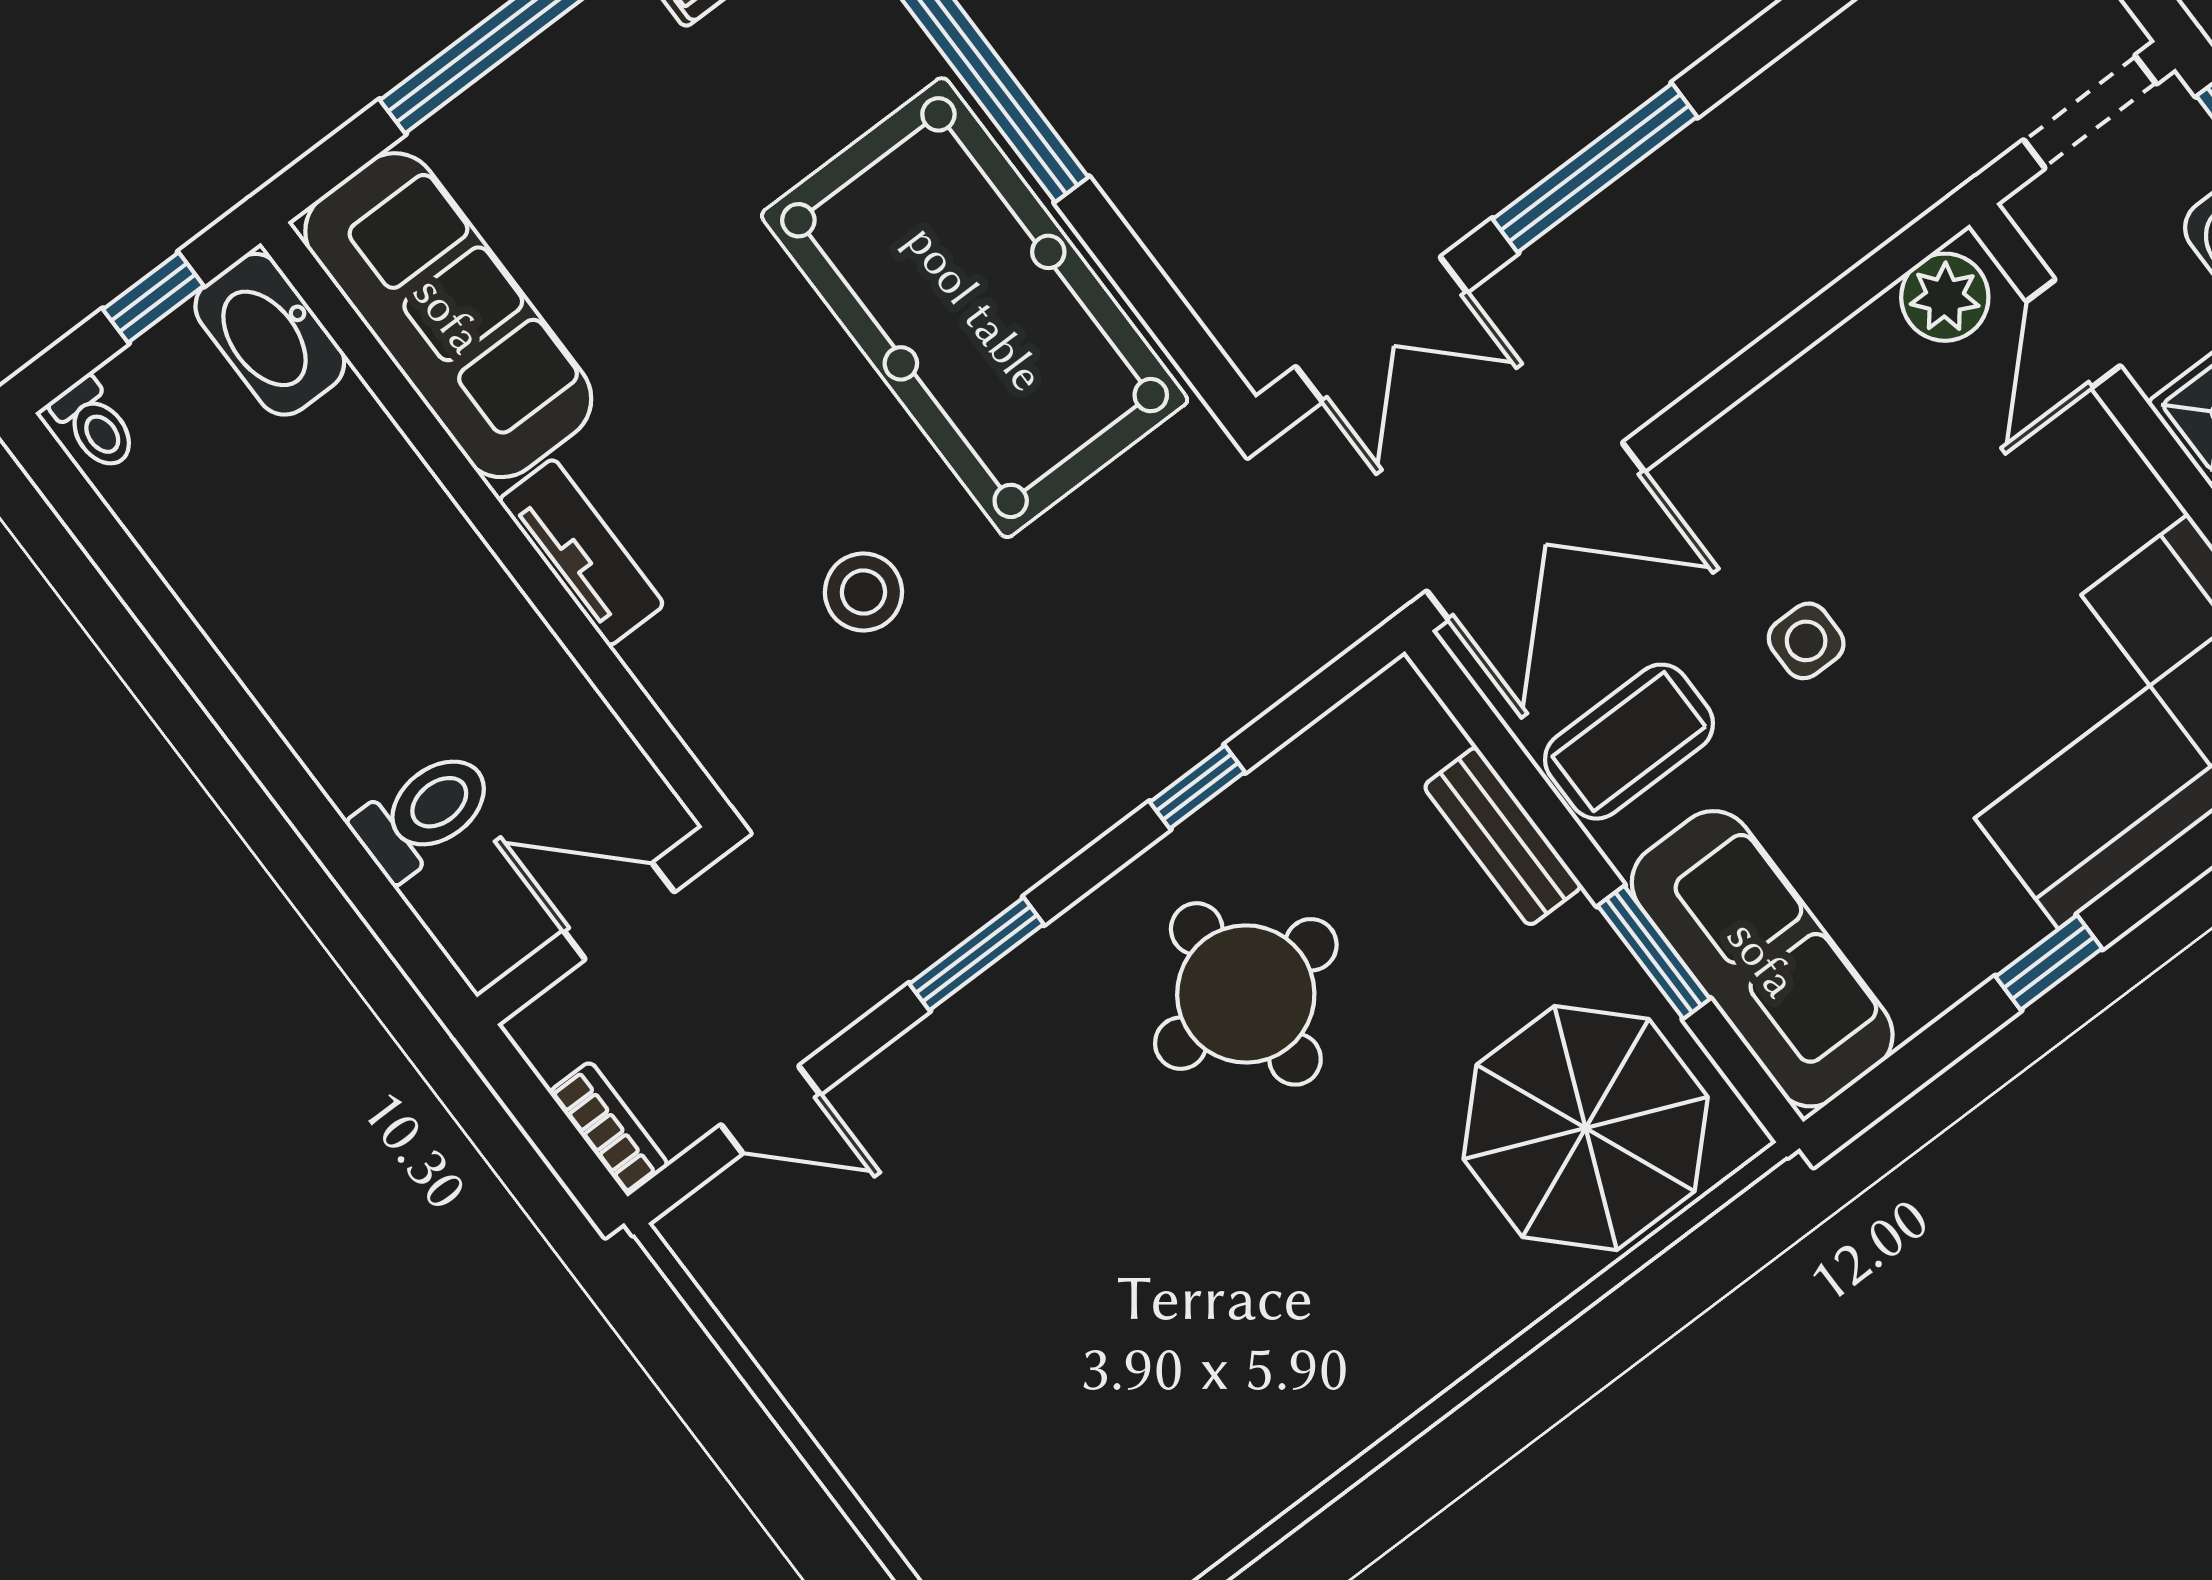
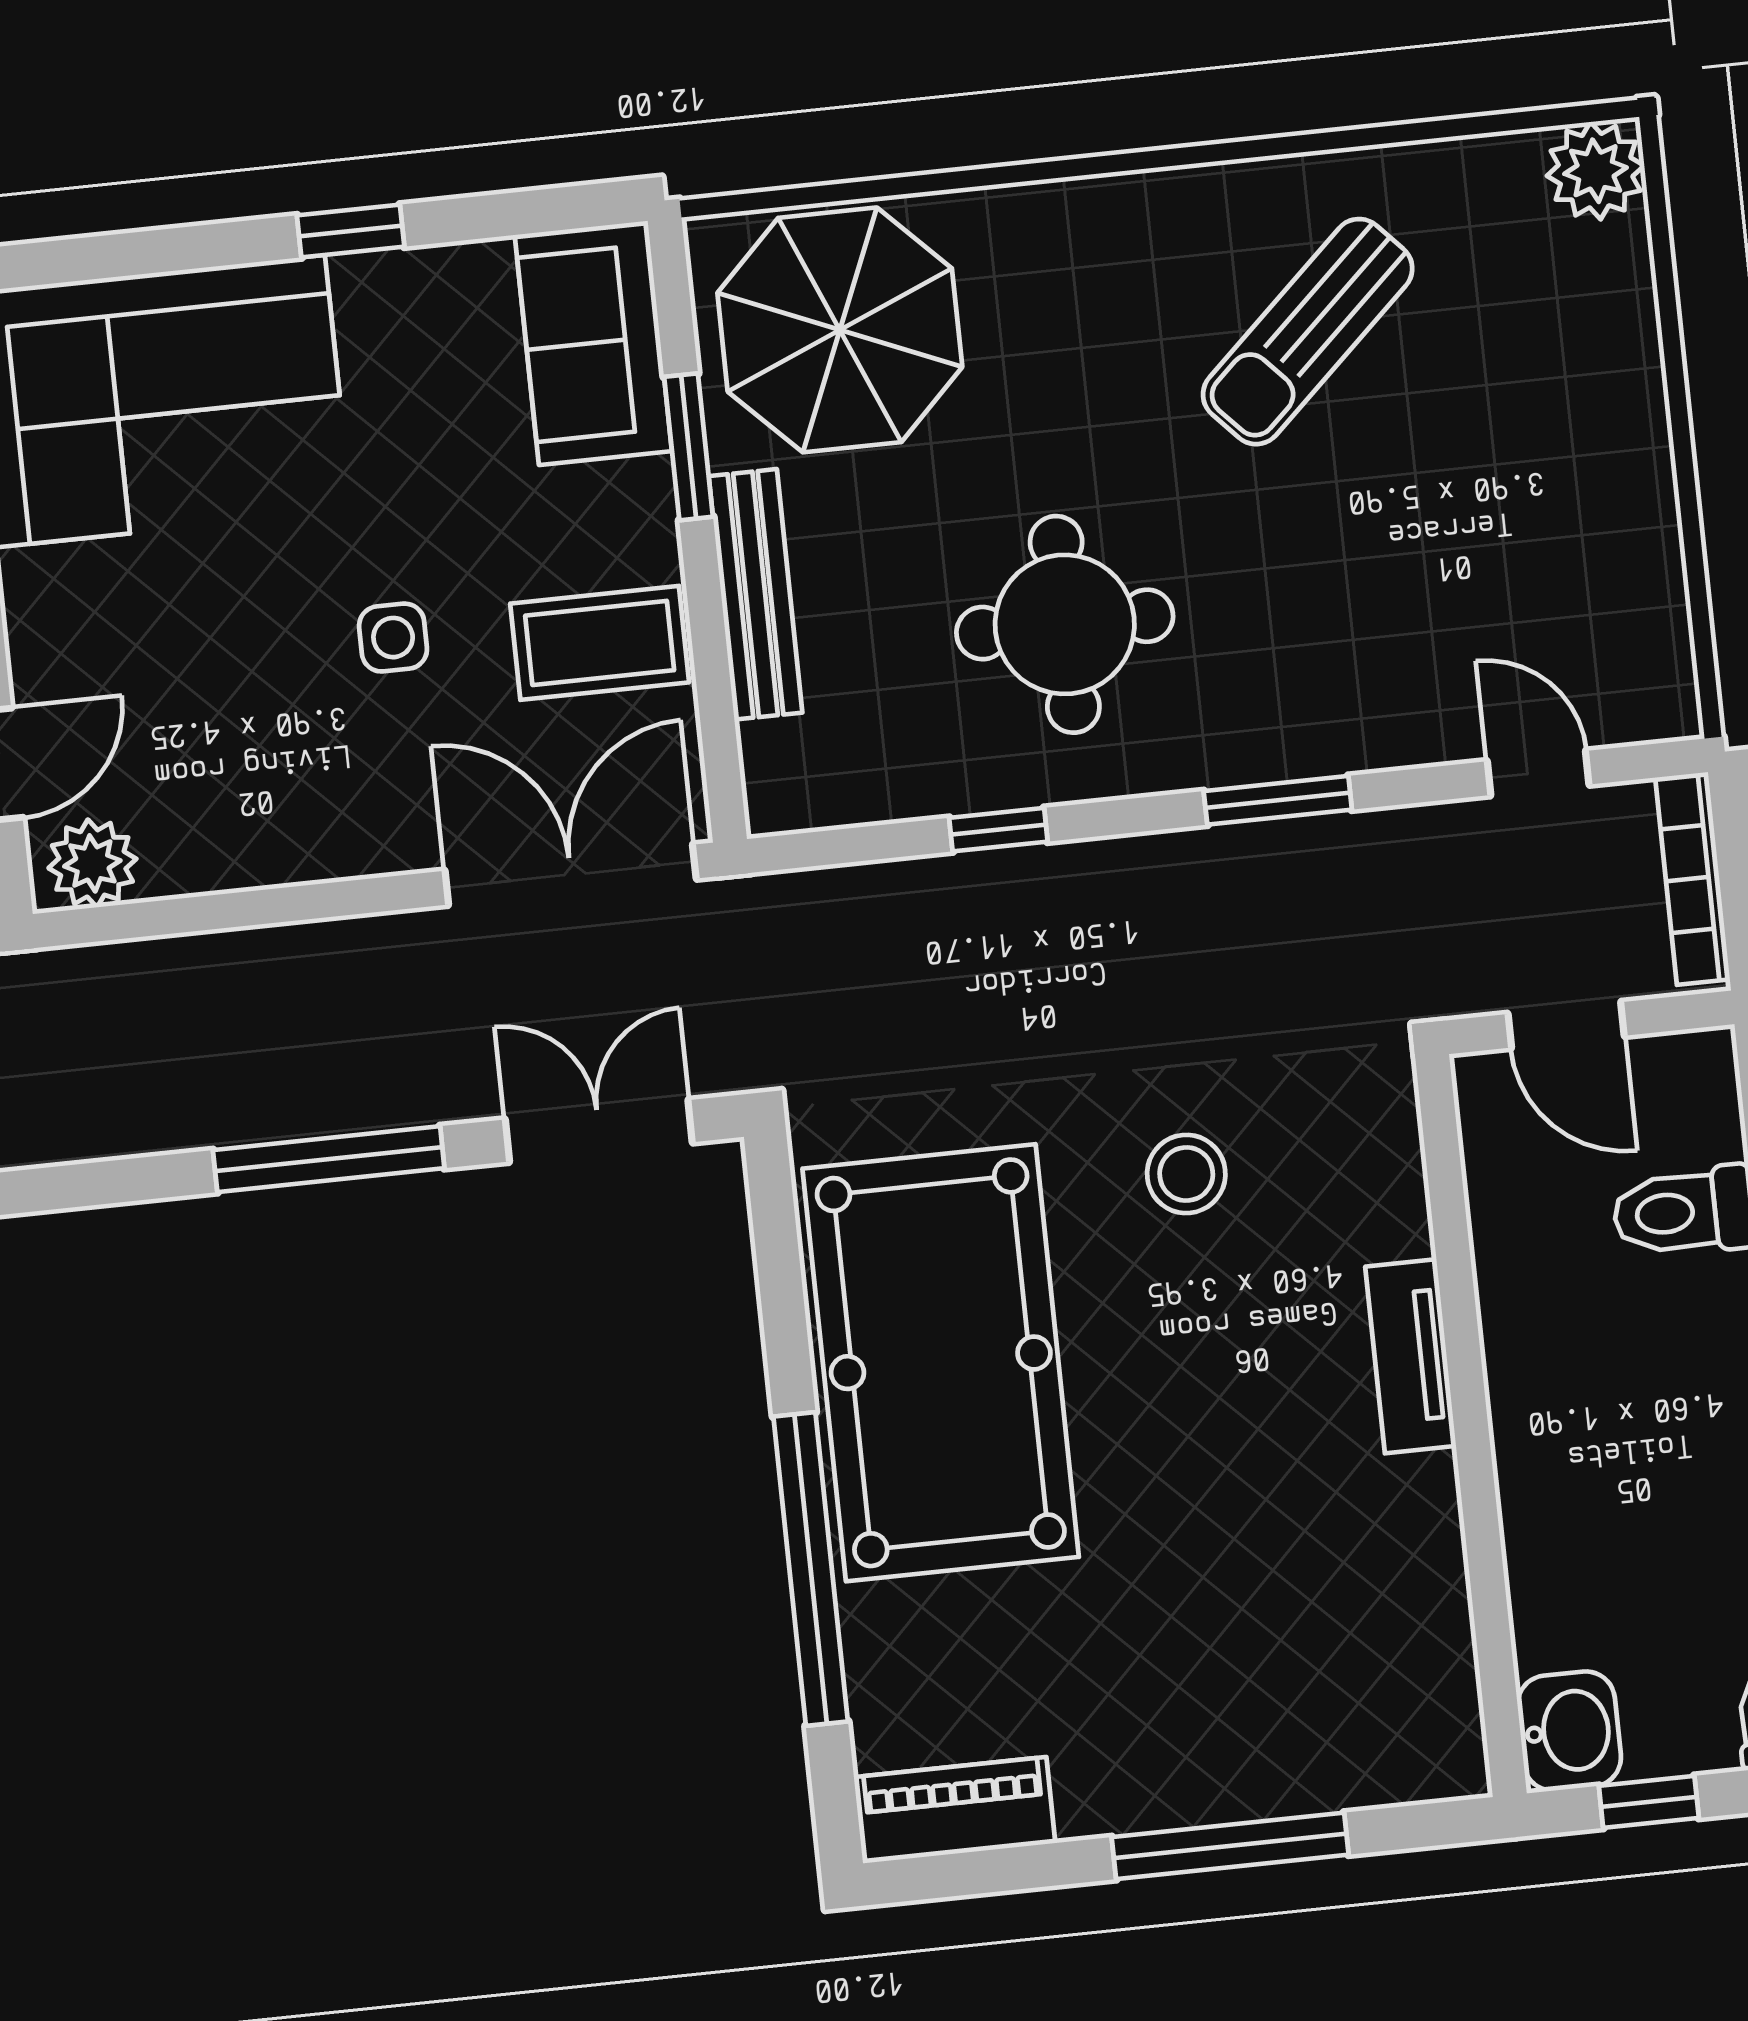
sofa: (448, 315) -> (1402, 1632), removed
washbasin: (270, 334) -> (1569, 1731), width x0.72
bench: (1503, 836) -> (756, 594), width x1.36
sofa: (1762, 959) -> (593, 343), width x0.73
bookcase: (609, 1129) -> (1692, 878), width x1.56
sun lounger: (1190, 1365) -> (1308, 332), added

